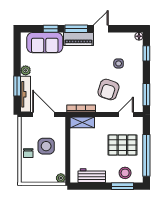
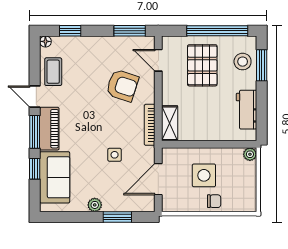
coffee table: (118, 42) -> (53, 72), added
side table: (119, 63) -> (115, 155), moved
tv unit: (26, 94) -> (129, 205), removed

